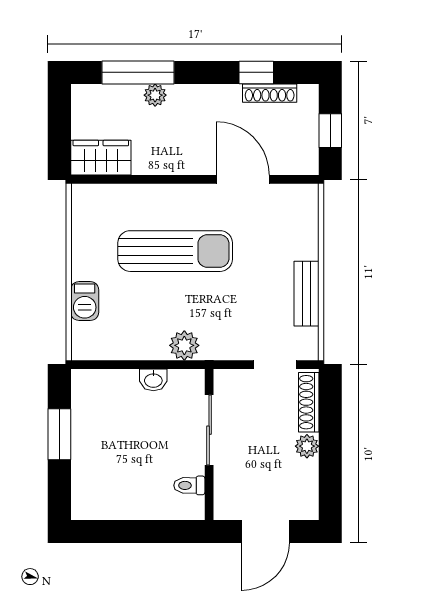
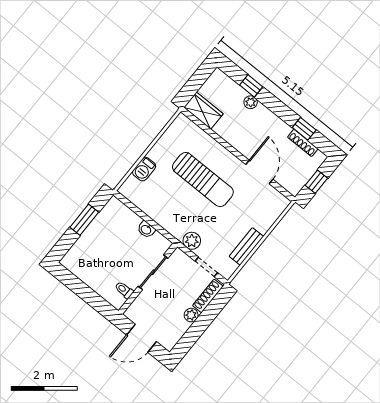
window: (138, 72) -> (251, 86), width x0.46
plant: (184, 345) -> (192, 241), moved

